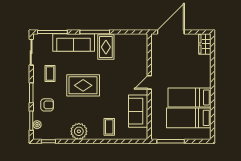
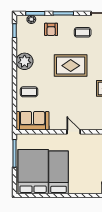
rug: (83, 85) -> (71, 66), turned 90
sofa: (138, 111) -> (33, 121), moved
bed: (189, 118) -> (33, 172), width x1.50

